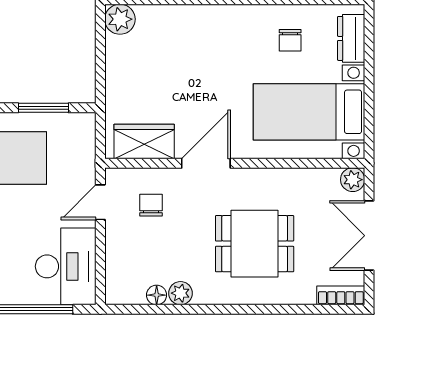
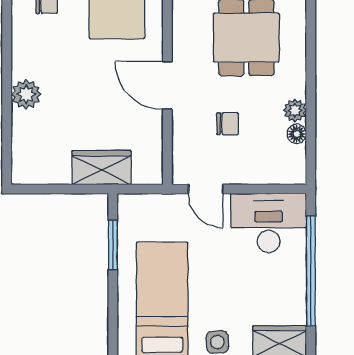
plant: (120, 19) -> (26, 94), moved
wardrobe: (144, 141) -> (102, 168), moved, turned 90
chair: (151, 205) -> (228, 124), moved, turned 180

